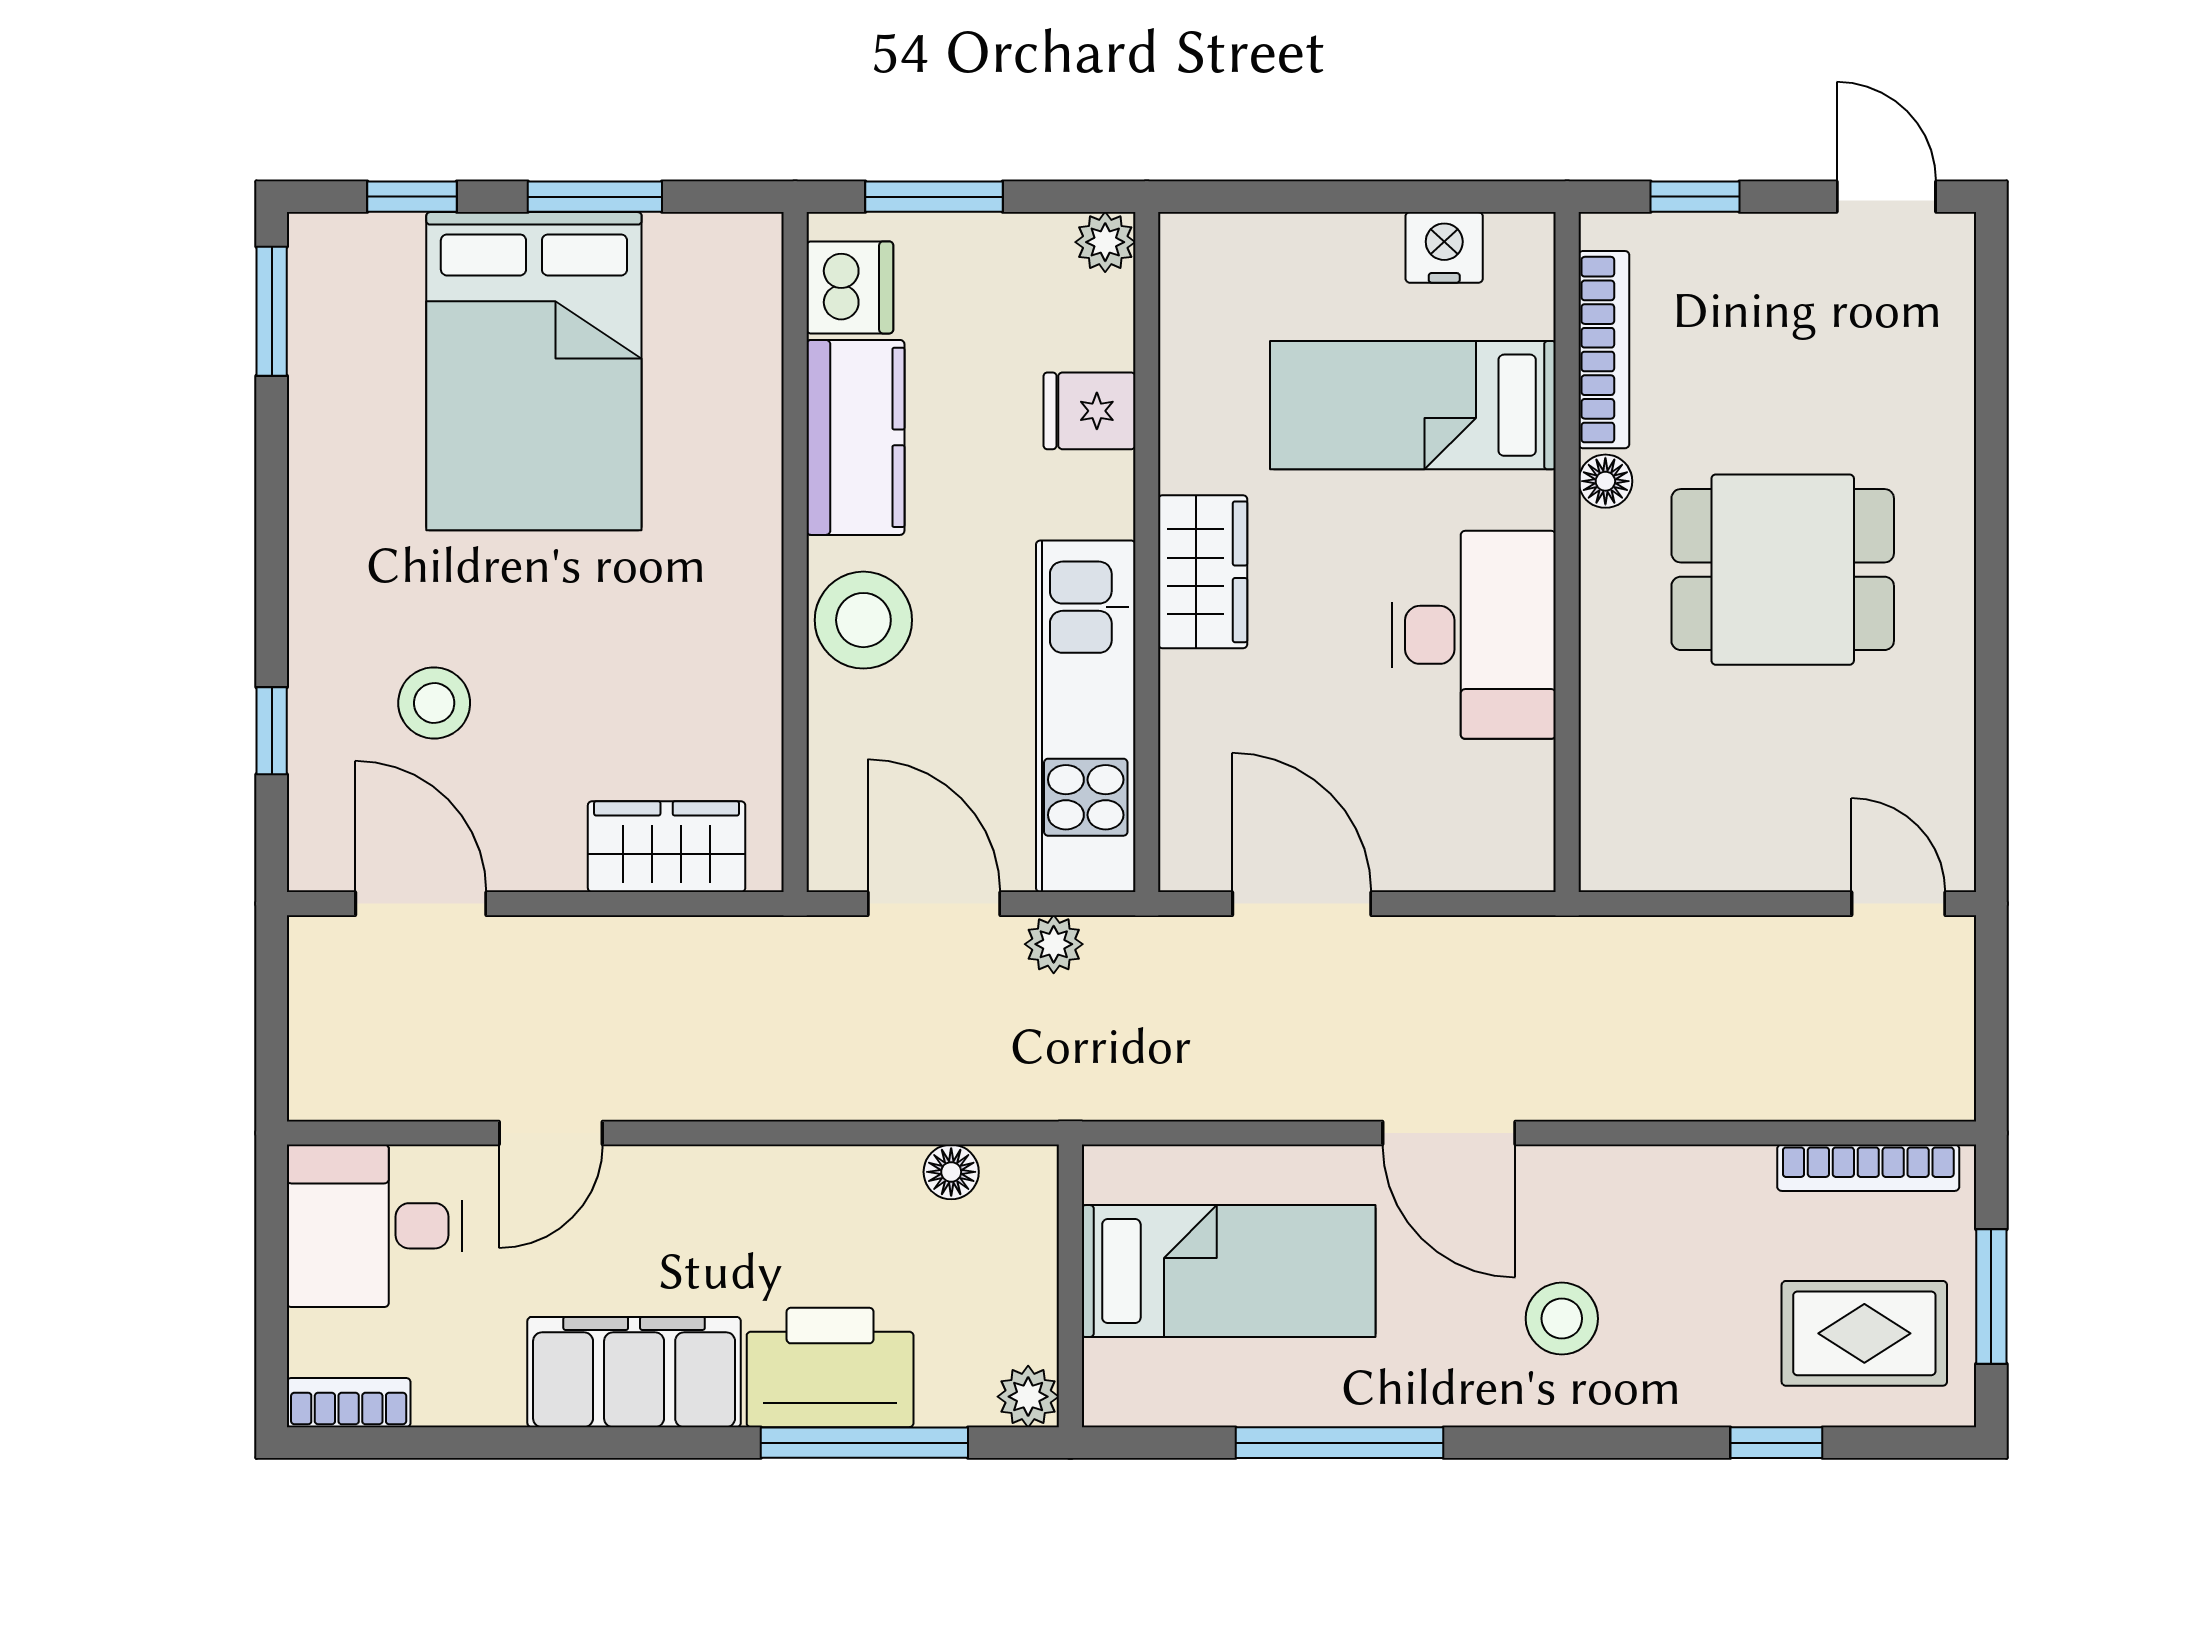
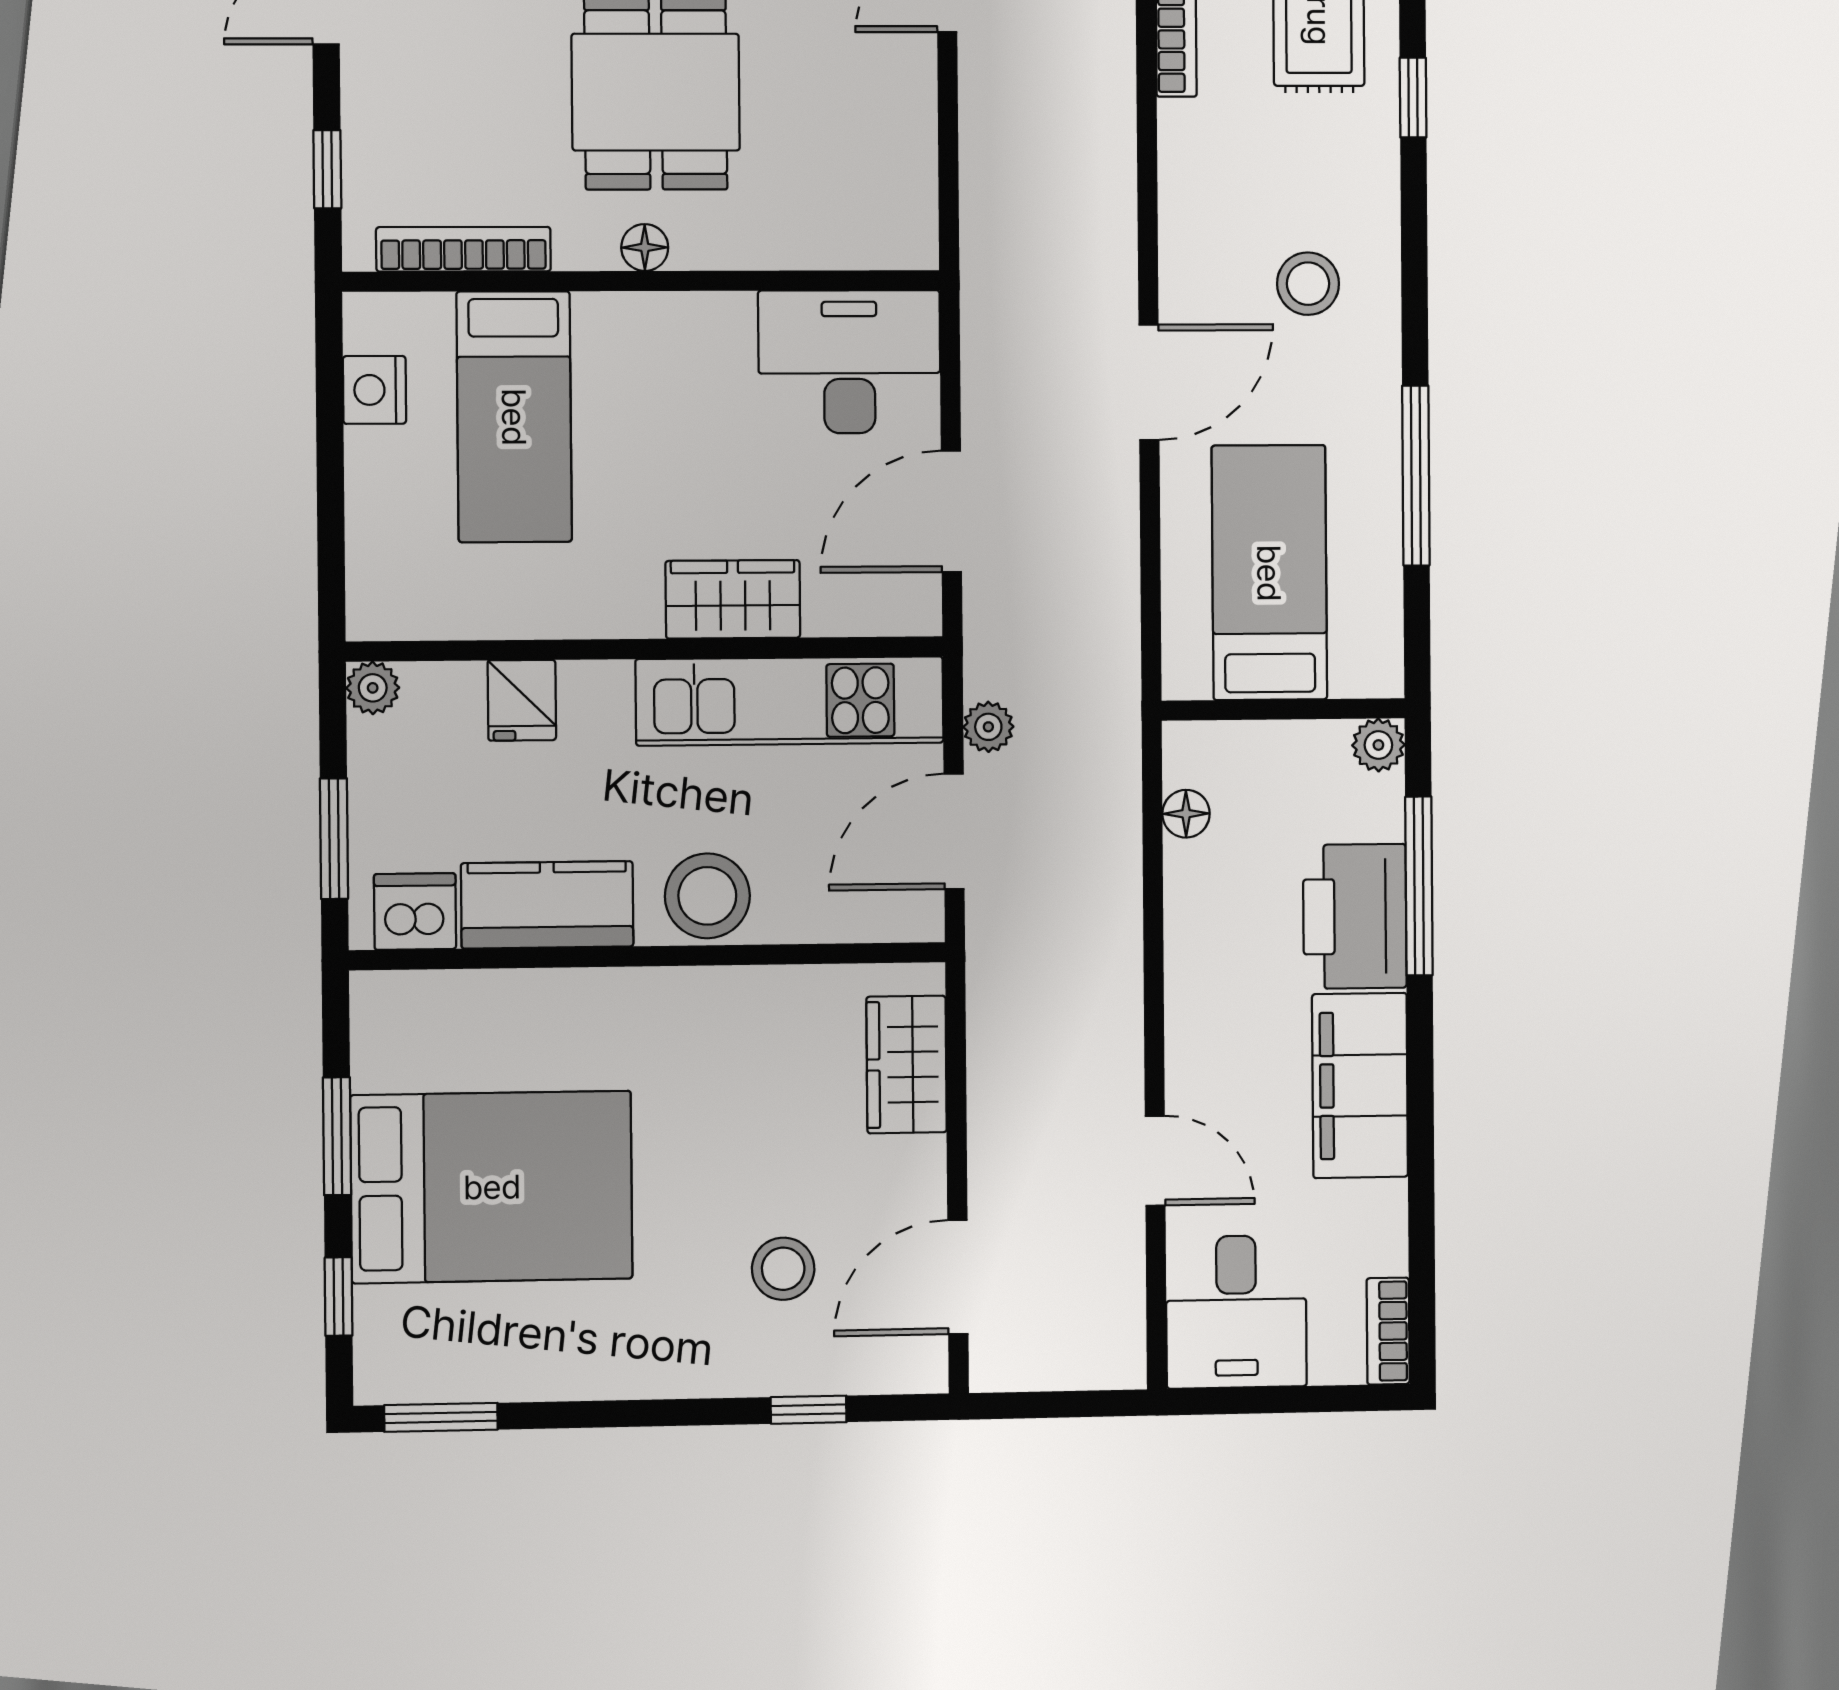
floor lamp: (1605, 481) -> (645, 247), moved
wardrobe: (1203, 572) -> (733, 599), moved
desk: (1474, 635) -> (849, 362), moved

